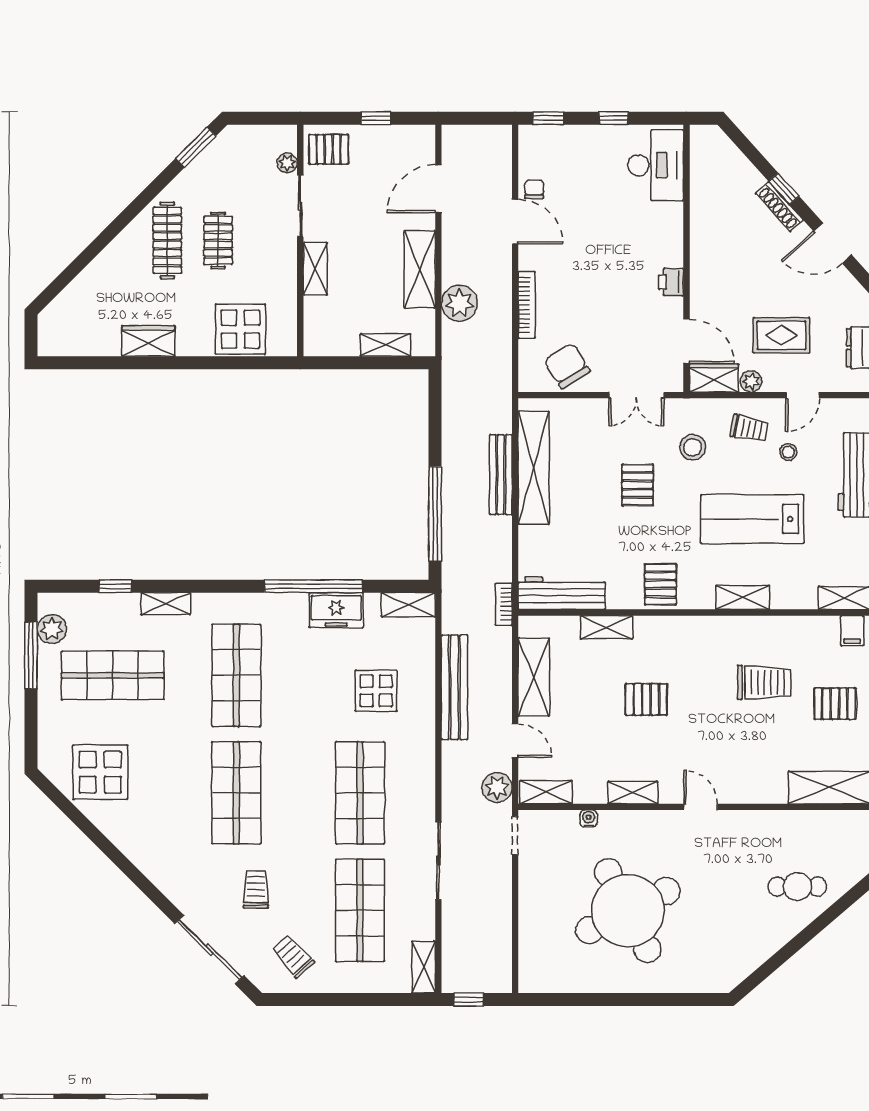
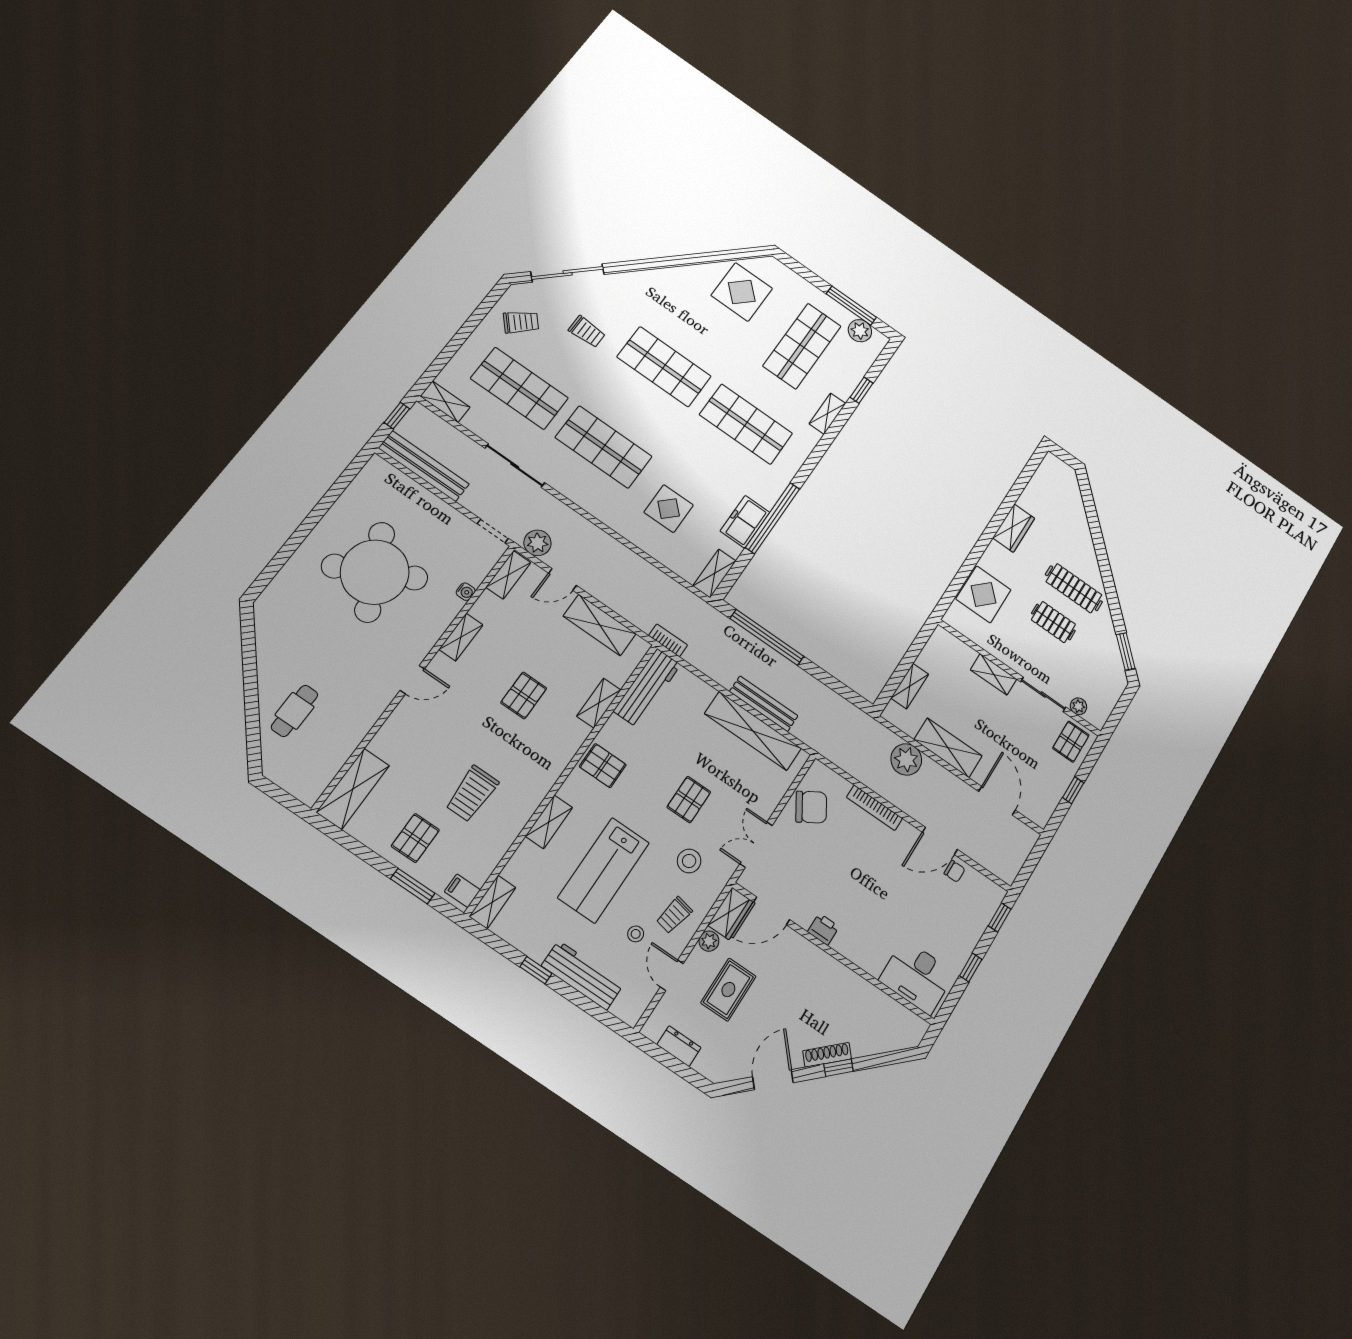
pallet: (638, 485) -> (689, 800), turned 90
lab bench: (752, 519) -> (604, 870), turned 180
bench: (454, 687) -> (424, 466), moved

